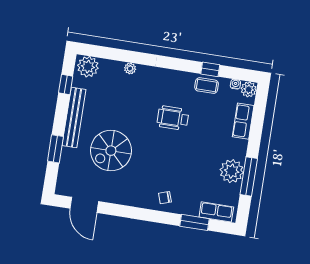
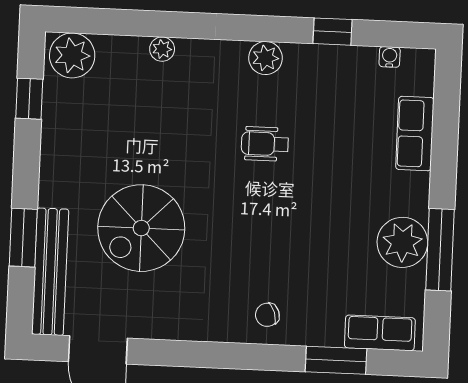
coffee table: (207, 86) -> (329, 67), removed
plant: (249, 89) -> (266, 58), moved
bench: (74, 117) -> (50, 272), moved
wheelchair: (173, 118) -> (265, 144), width x0.73, depth x0.73

